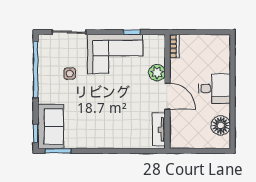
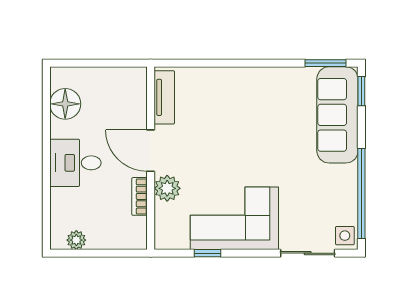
plant: (214, 40) -> (76, 240), added
bookcase: (174, 46) -> (139, 196), moved
side table: (70, 74) -> (345, 236), moved
sofa: (51, 127) -> (337, 115), width x1.36

